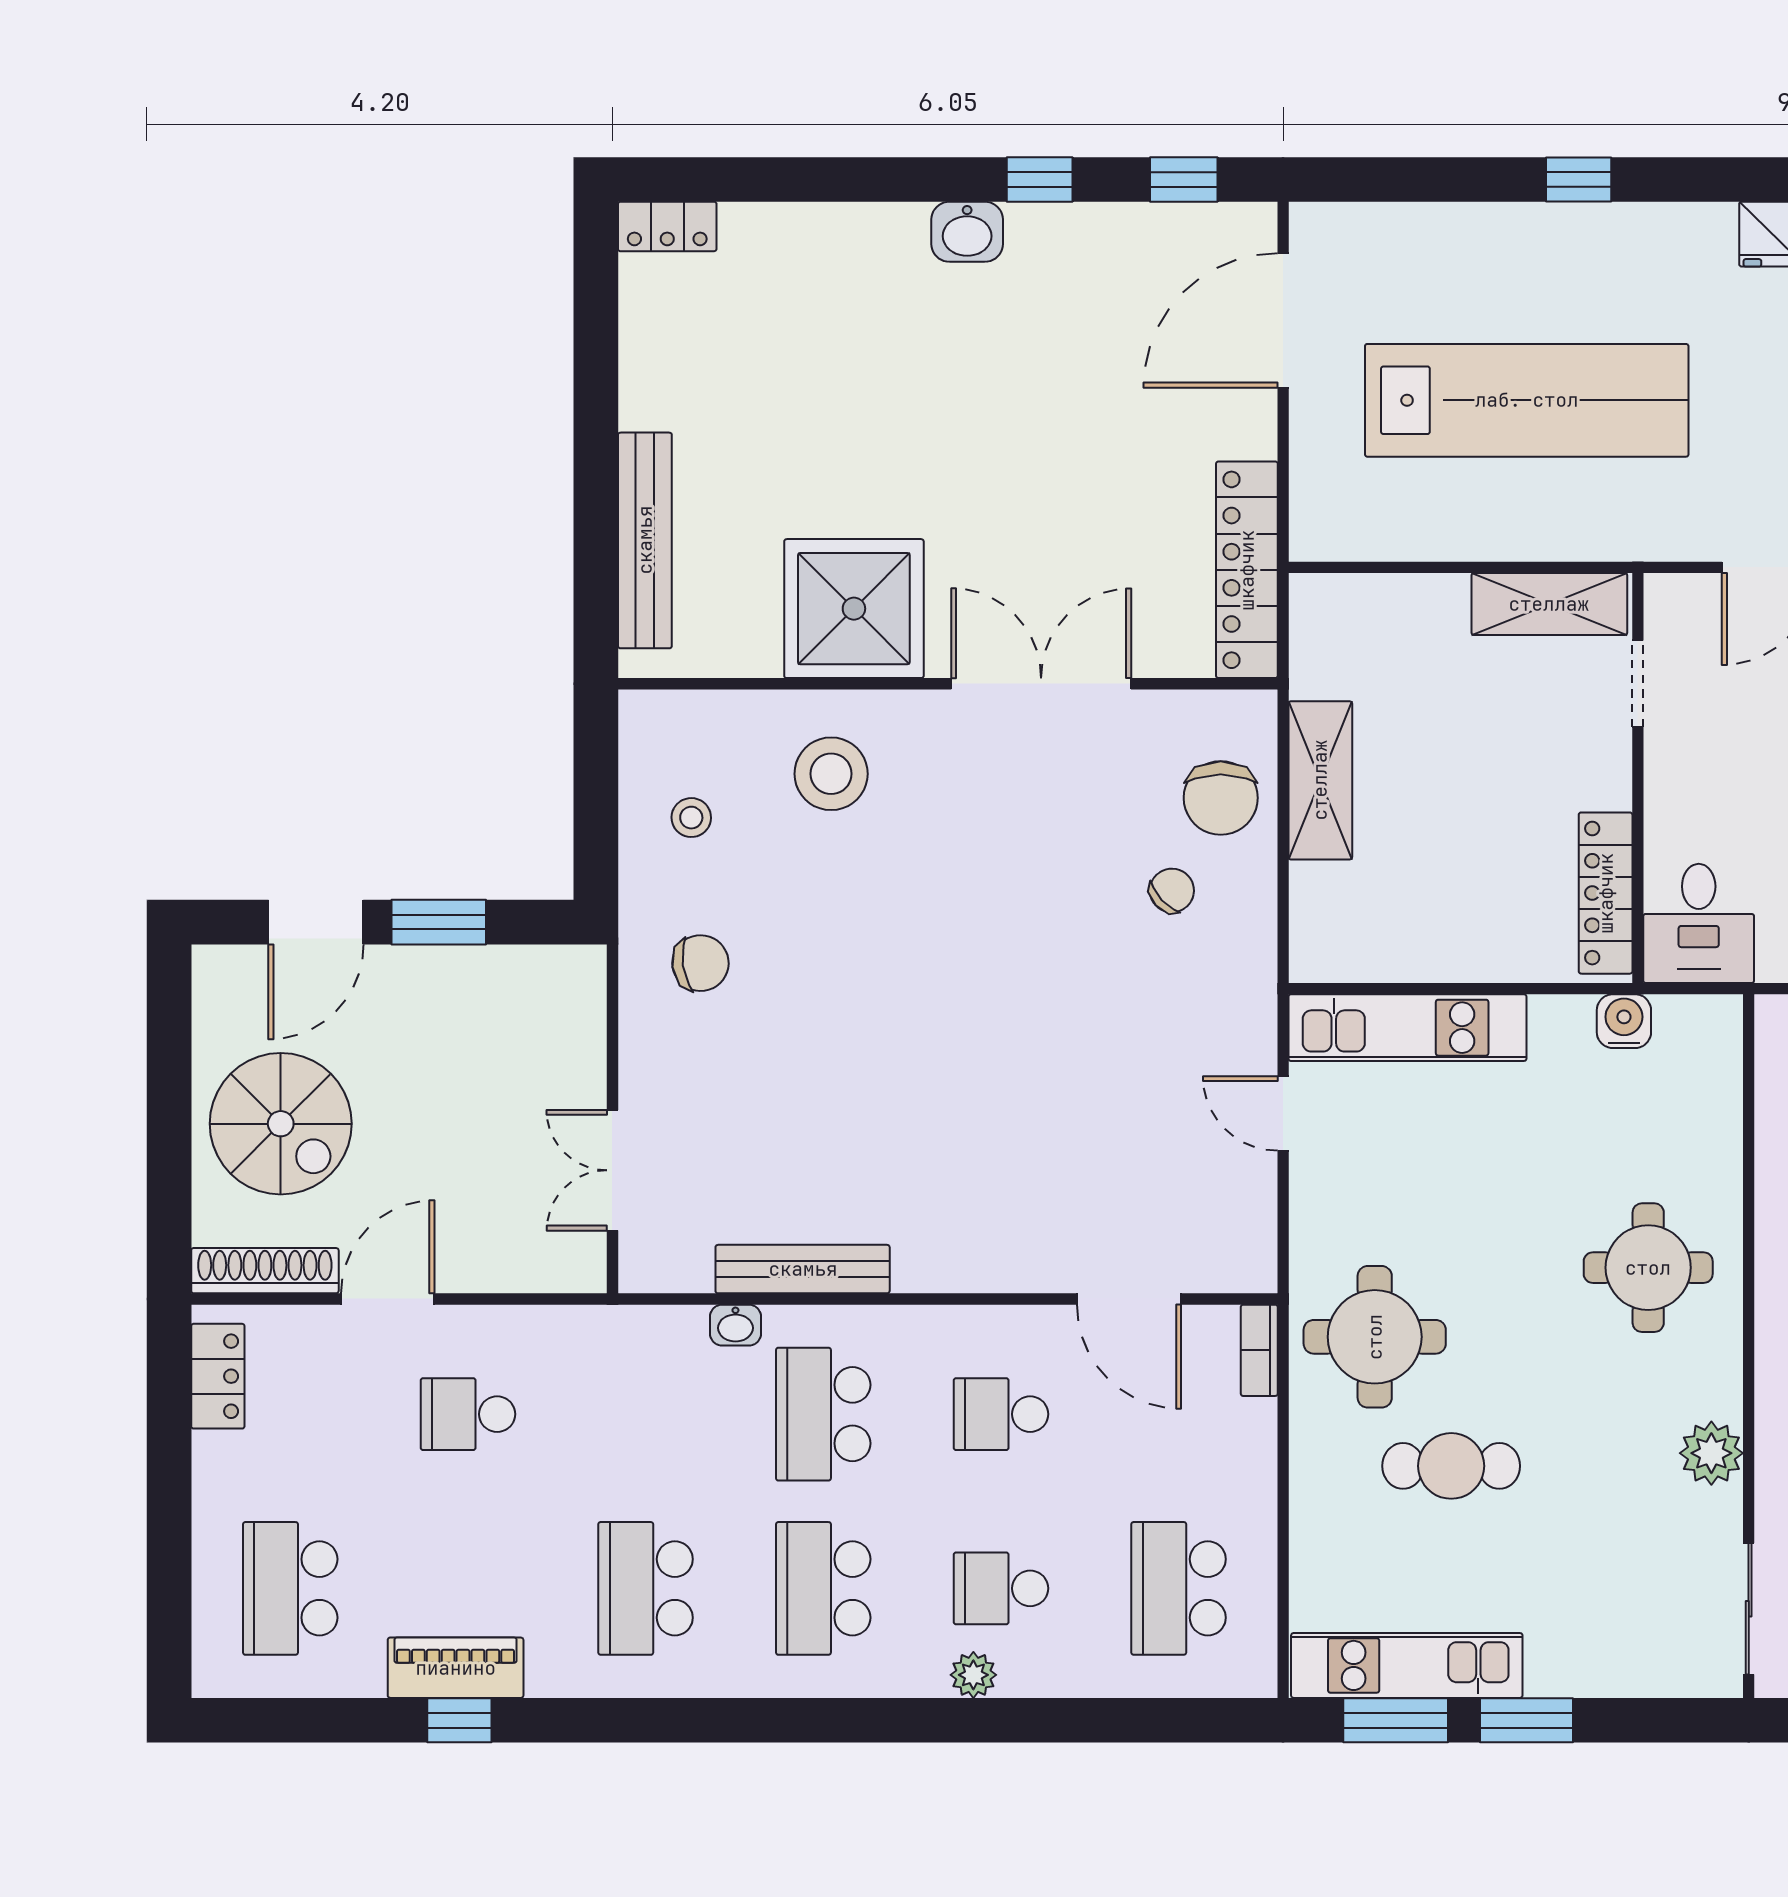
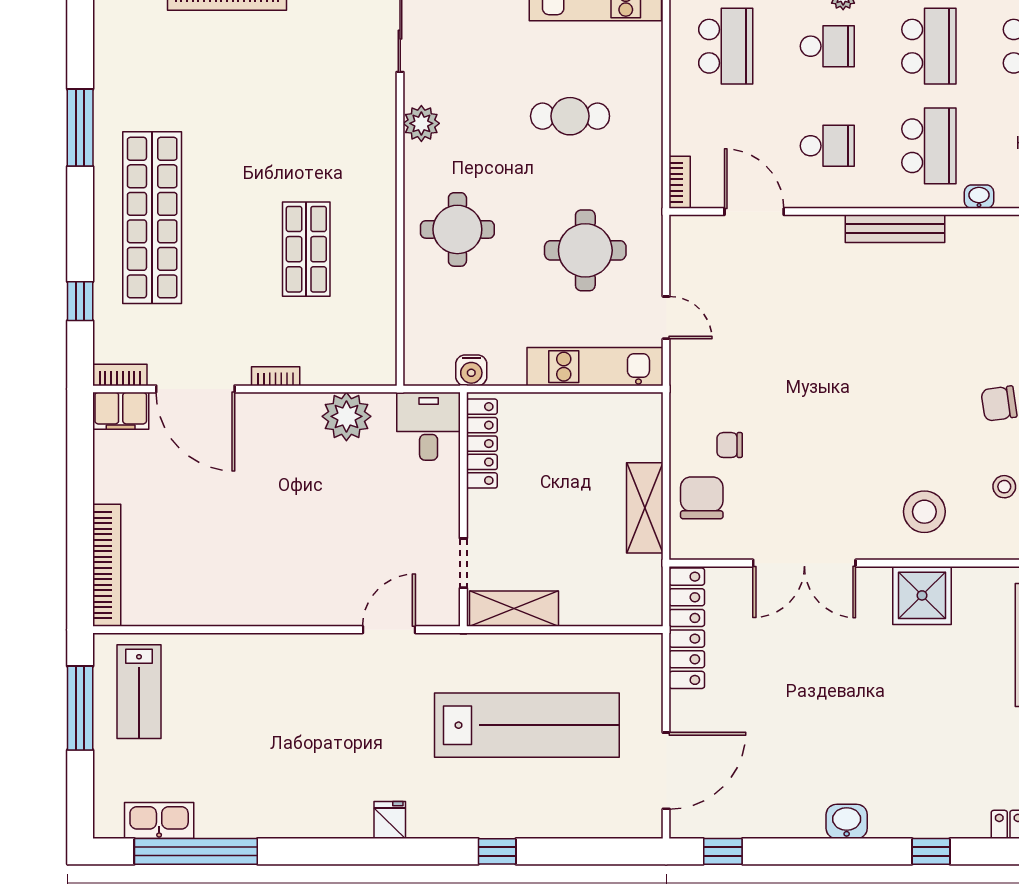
window: (1040, 179) -> (931, 851), moved
lab bench: (1527, 400) -> (527, 725), turned 180
shower: (854, 609) -> (922, 595), width x0.73, depth x0.73
chair: (1172, 890) -> (730, 445), turned 43
bench: (803, 1269) -> (895, 229), moved
round table: (1375, 1337) -> (585, 250), moved

